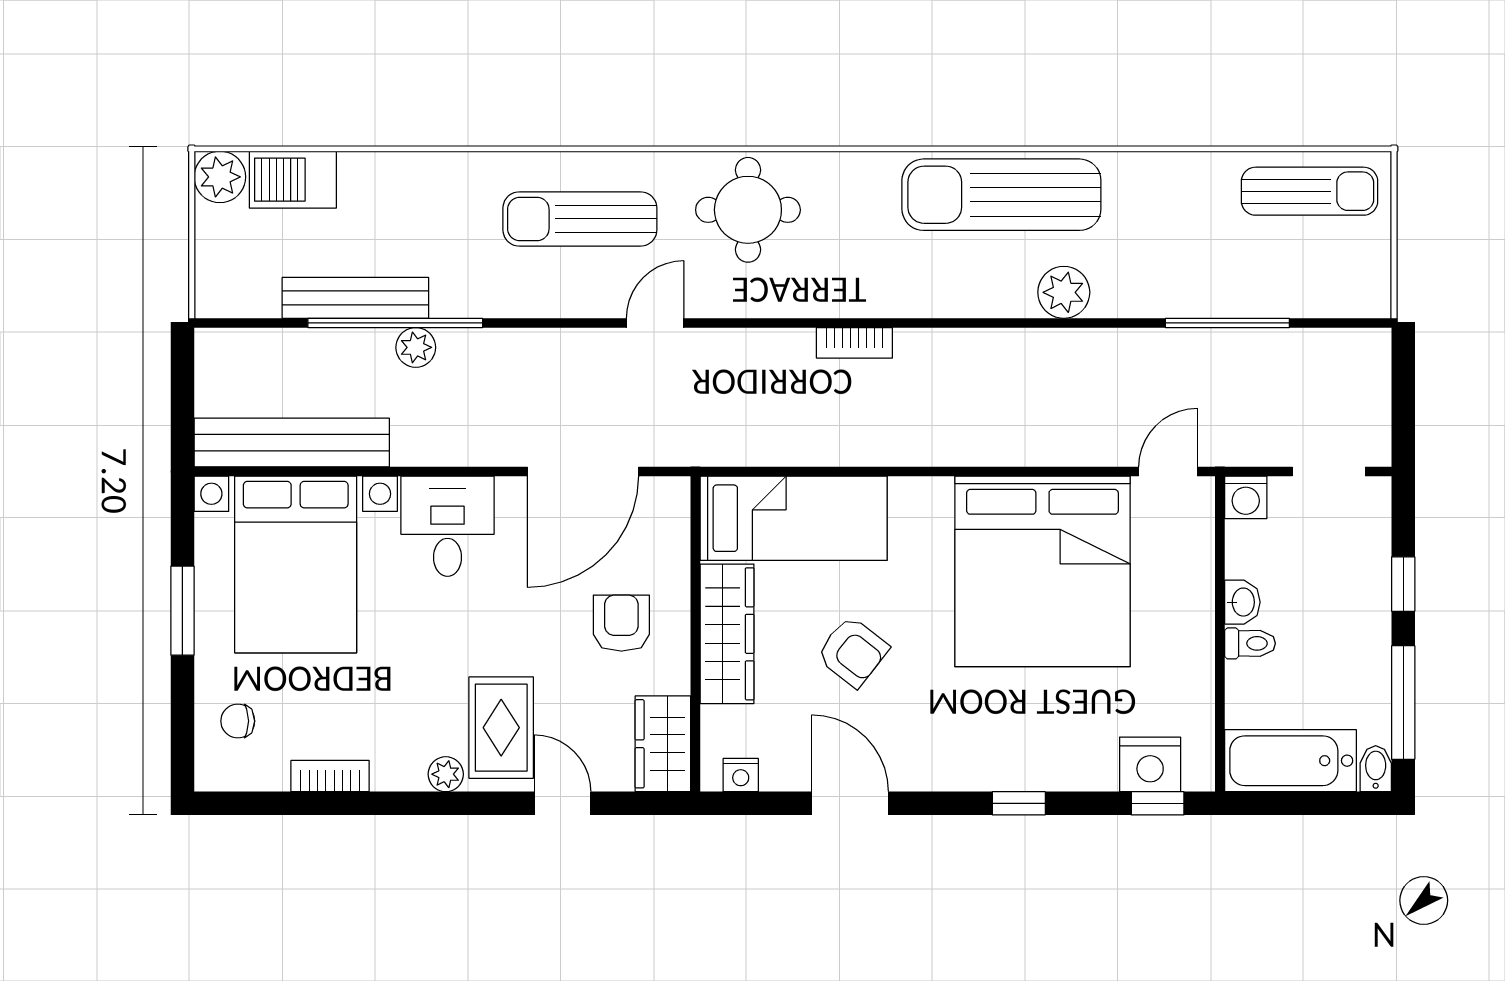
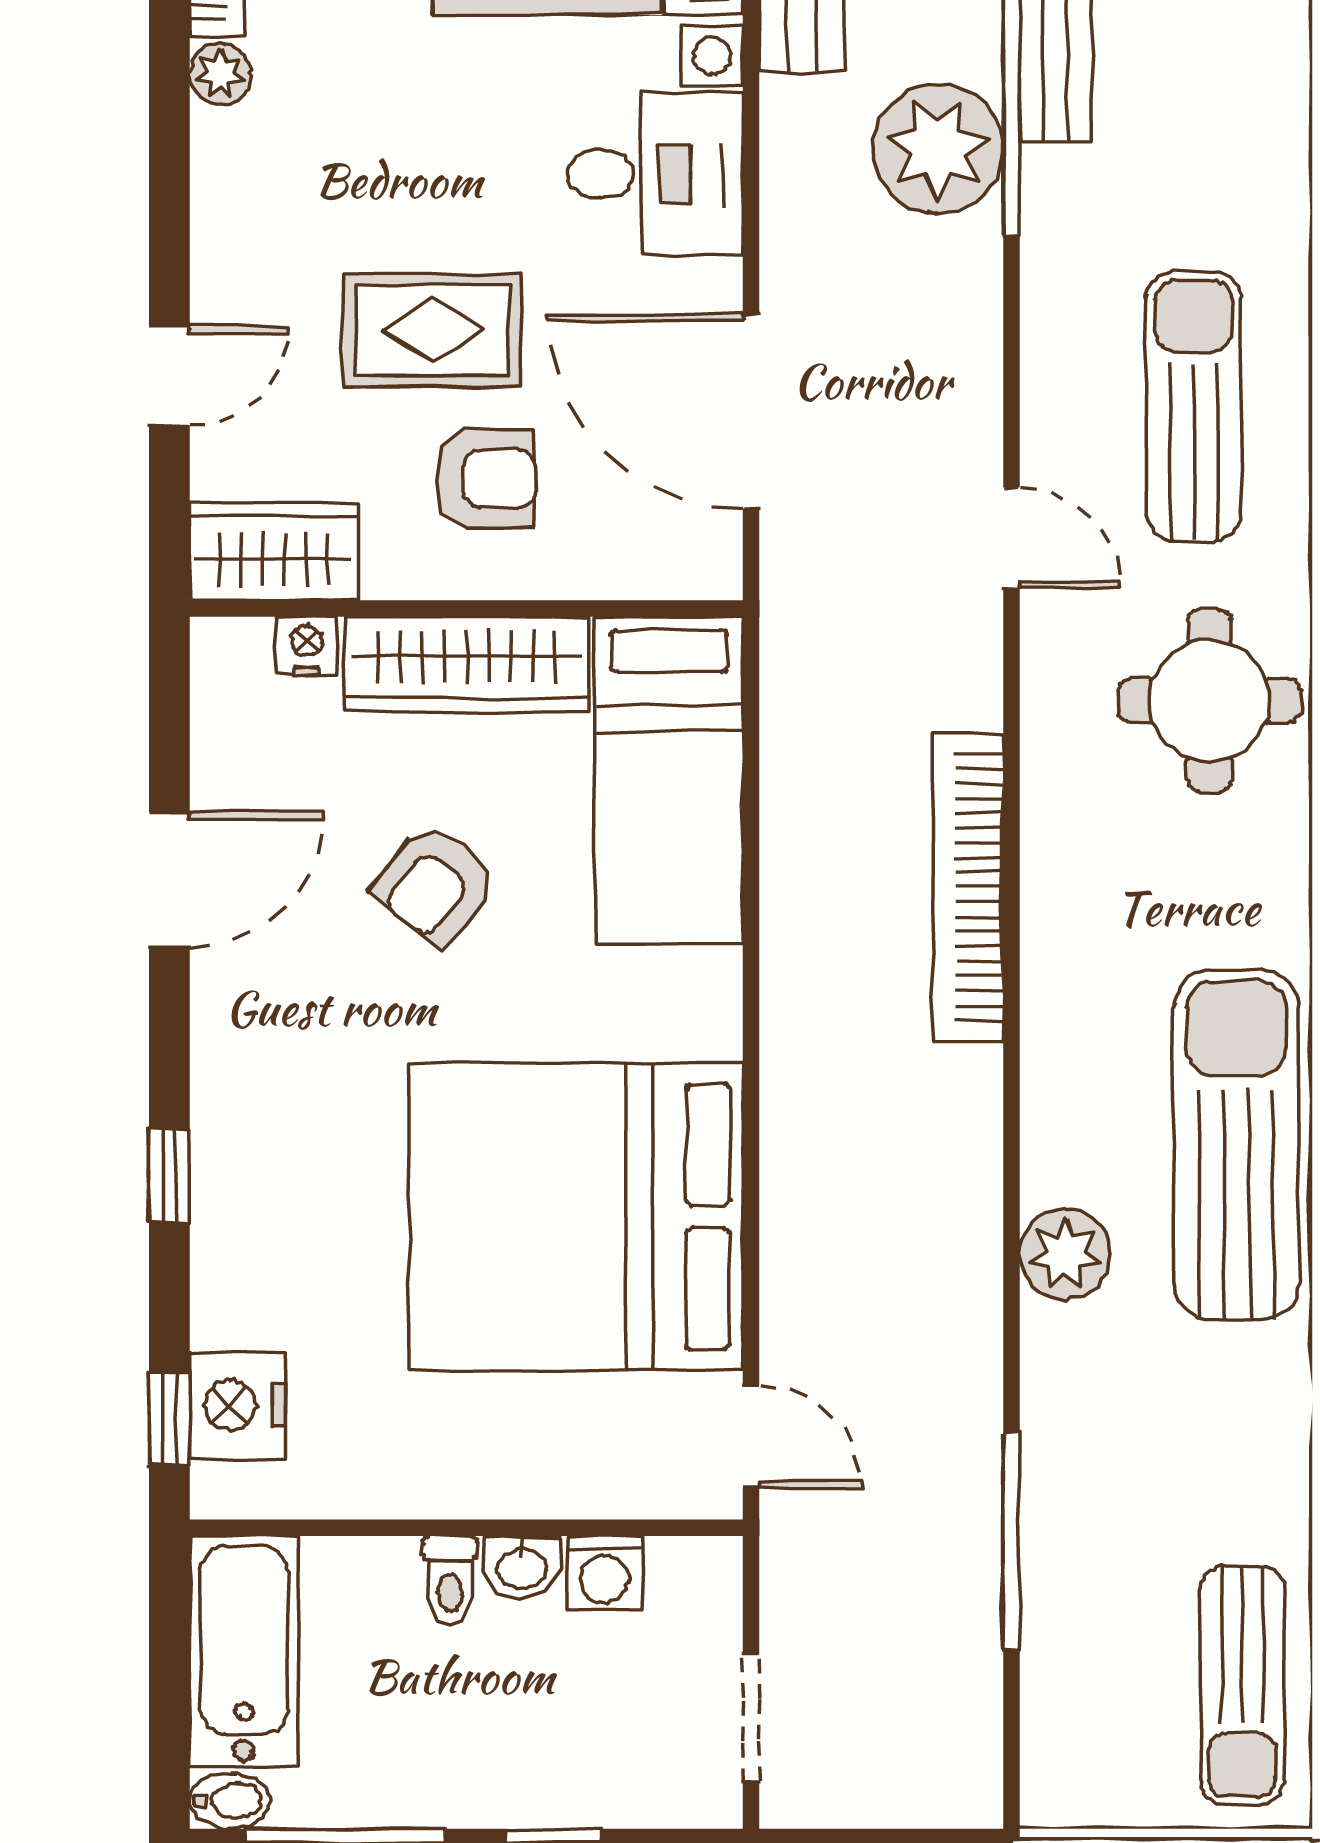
bookcase: (854, 343) -> (968, 887), width x2.31, depth x1.31
plant: (416, 347) -> (938, 149), width x1.87, depth x1.87
washing machine: (1246, 497) -> (604, 1573), moved, turned -90
rug: (501, 728) -> (432, 330), moved
plant: (446, 774) -> (220, 74), moved
nightstand: (741, 775) -> (307, 646), moved, turned 90

